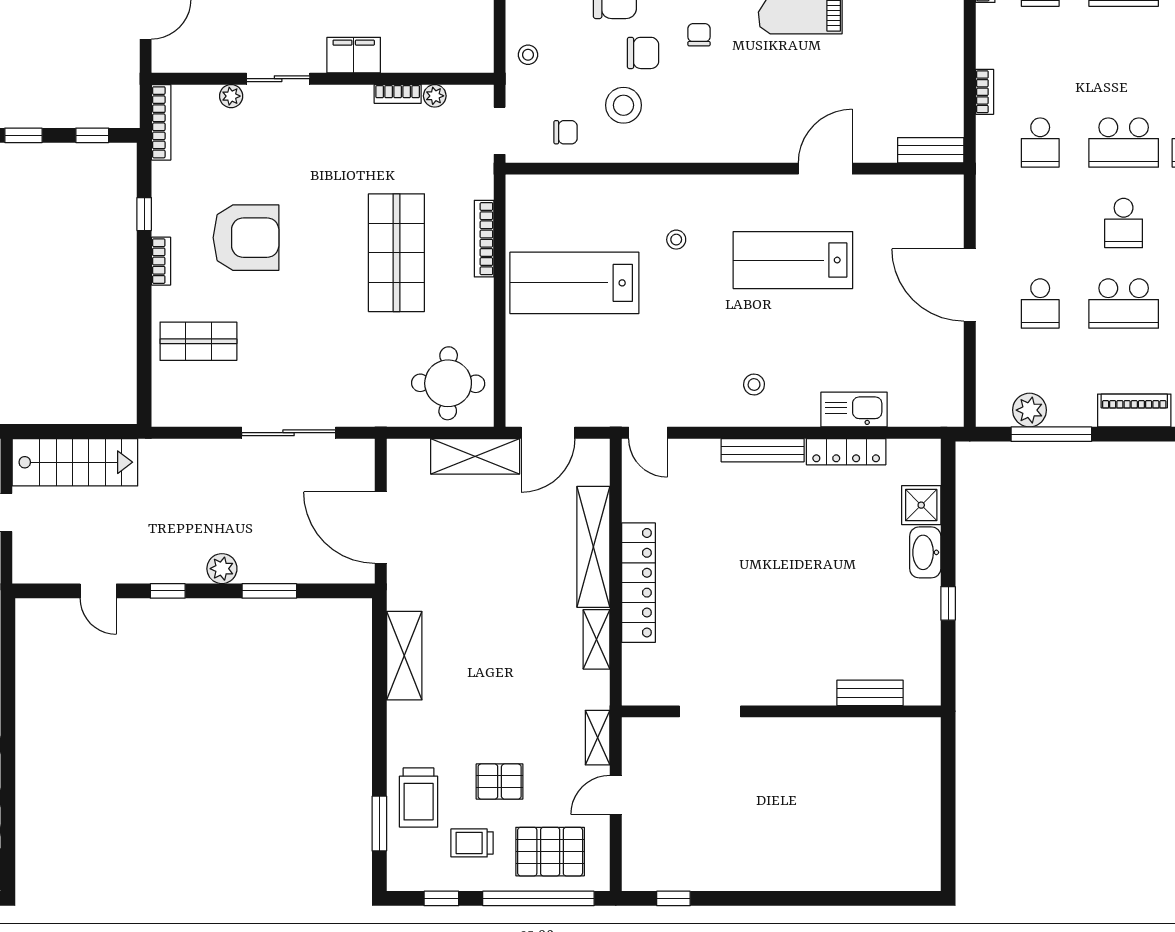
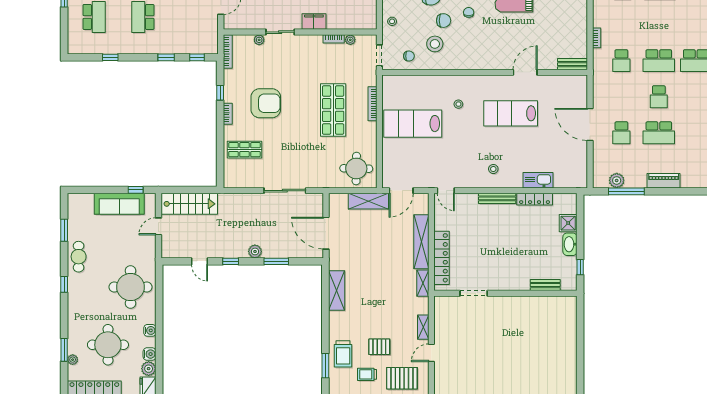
bench: (870, 693) -> (545, 285), moved
doorway: (710, 711) -> (474, 293), moved
wall: (781, 711) -> (505, 293), moved

